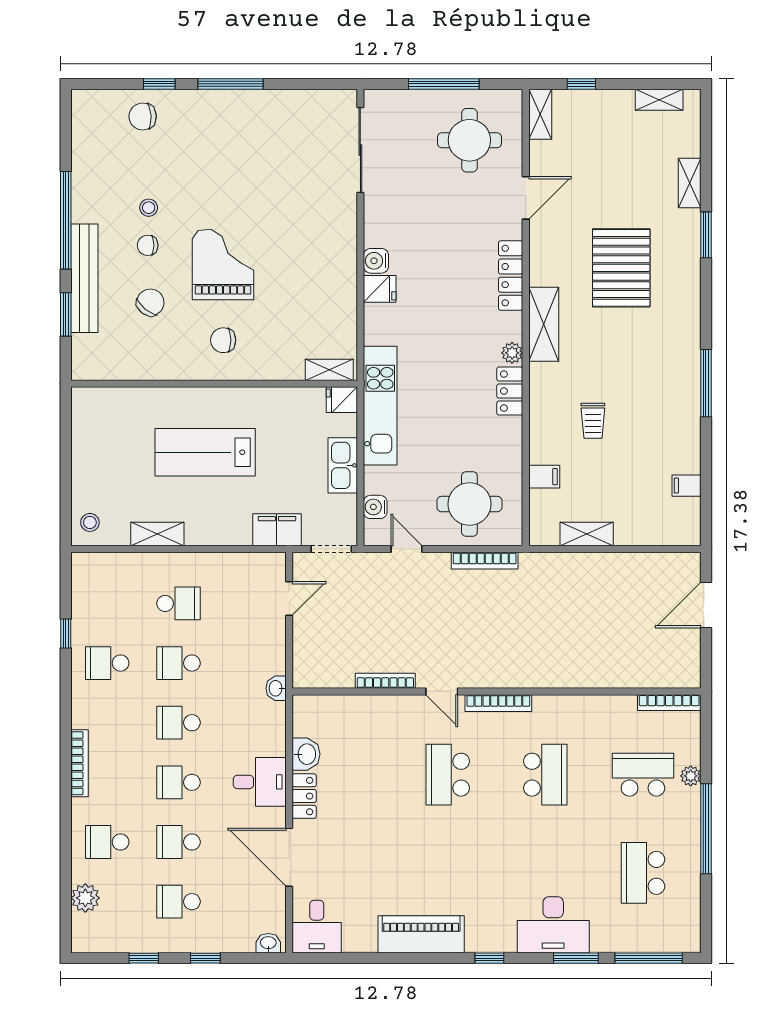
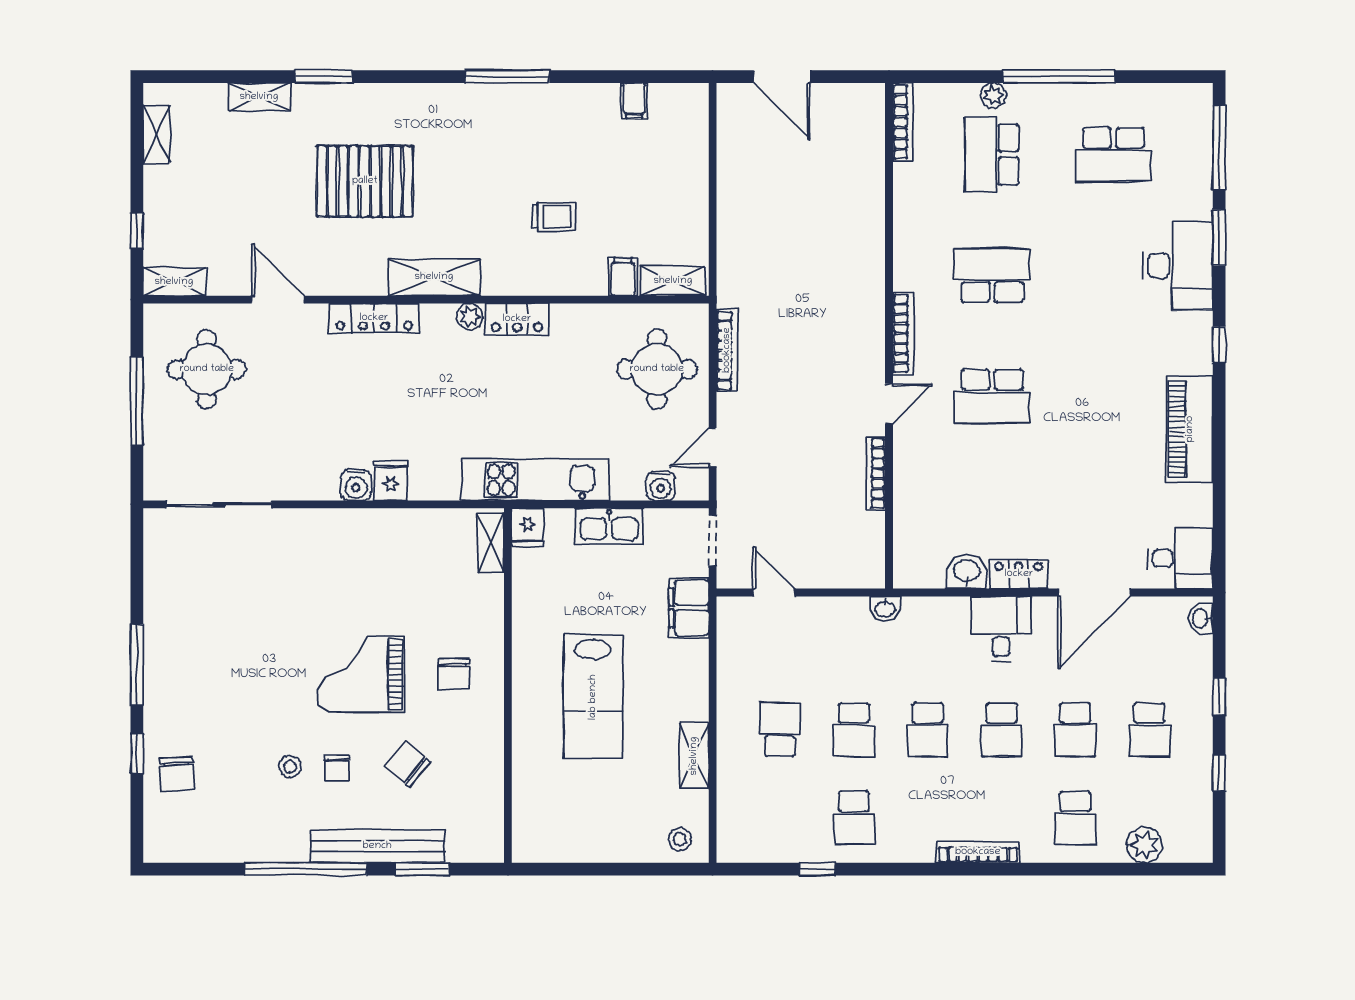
shelving: (587, 534) -> (673, 281), moved, turned 90

